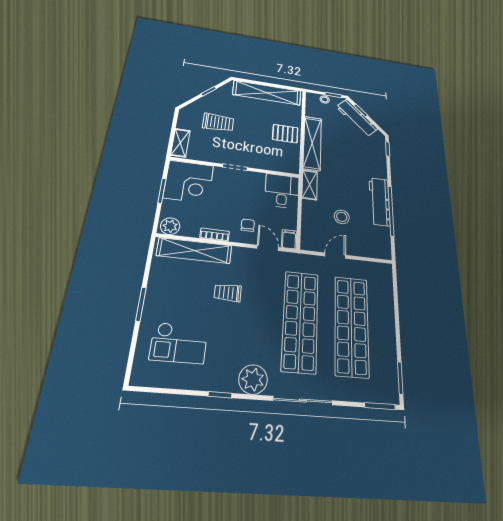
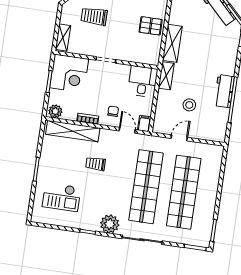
trolley: (218, 122) -> (94, 16), turned 180
shelving: (312, 143) -> (172, 43), width x0.68
workbench: (379, 201) -> (224, 91), width x0.73

